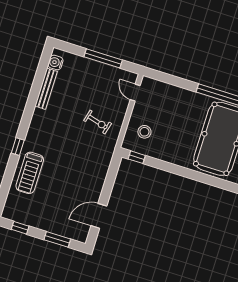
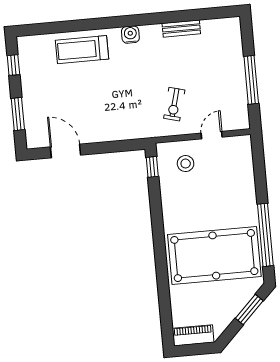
water cooler: (55, 62) -> (130, 35), moved
bench: (46, 89) -> (181, 29), width x0.73
door: (135, 93) -> (212, 135), moved
window: (18, 147) -> (107, 23), removed

